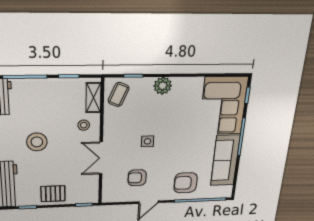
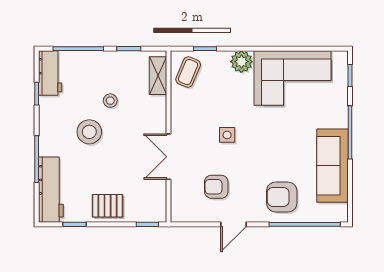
corner sofa: (223, 106) -> (292, 78), moved, turned -90
stool: (84, 125) -> (110, 101), moved

